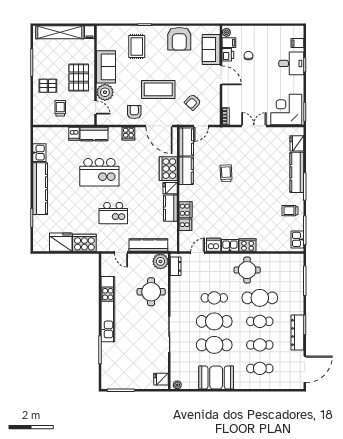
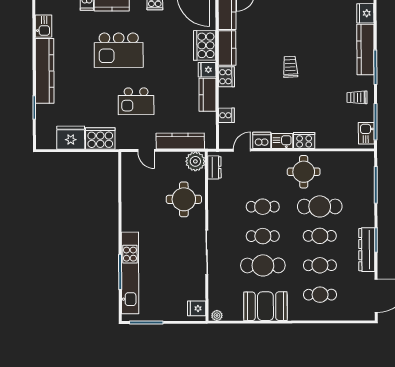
trolley: (226, 173) -> (290, 67), moved
cooker: (185, 210) -> (226, 77), moved
kitchen unit: (108, 309) -> (130, 273), moved
cafe table: (214, 321) -> (263, 236), width x0.73, depth x0.74

